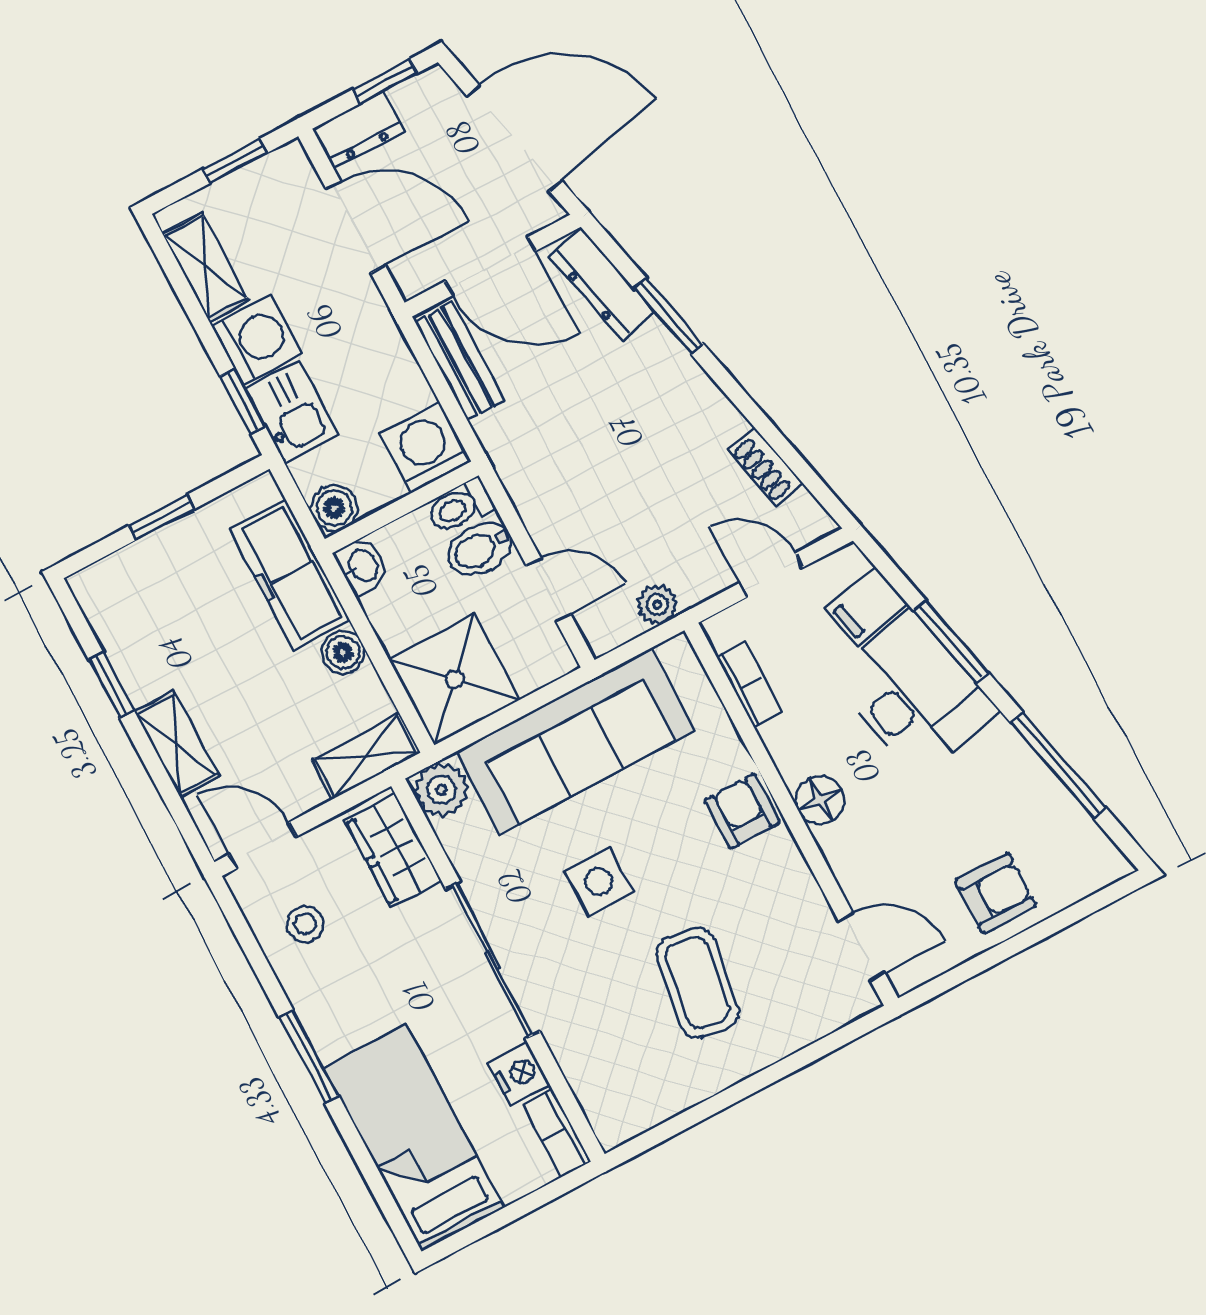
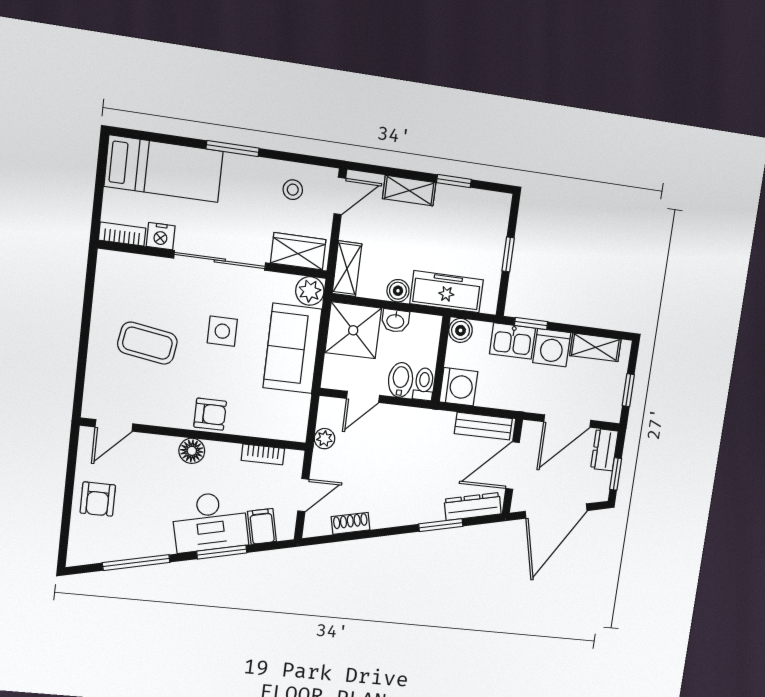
washbasin: (362, 566) -> (395, 321), moved
sofa: (576, 741) -> (292, 348), width x0.73

